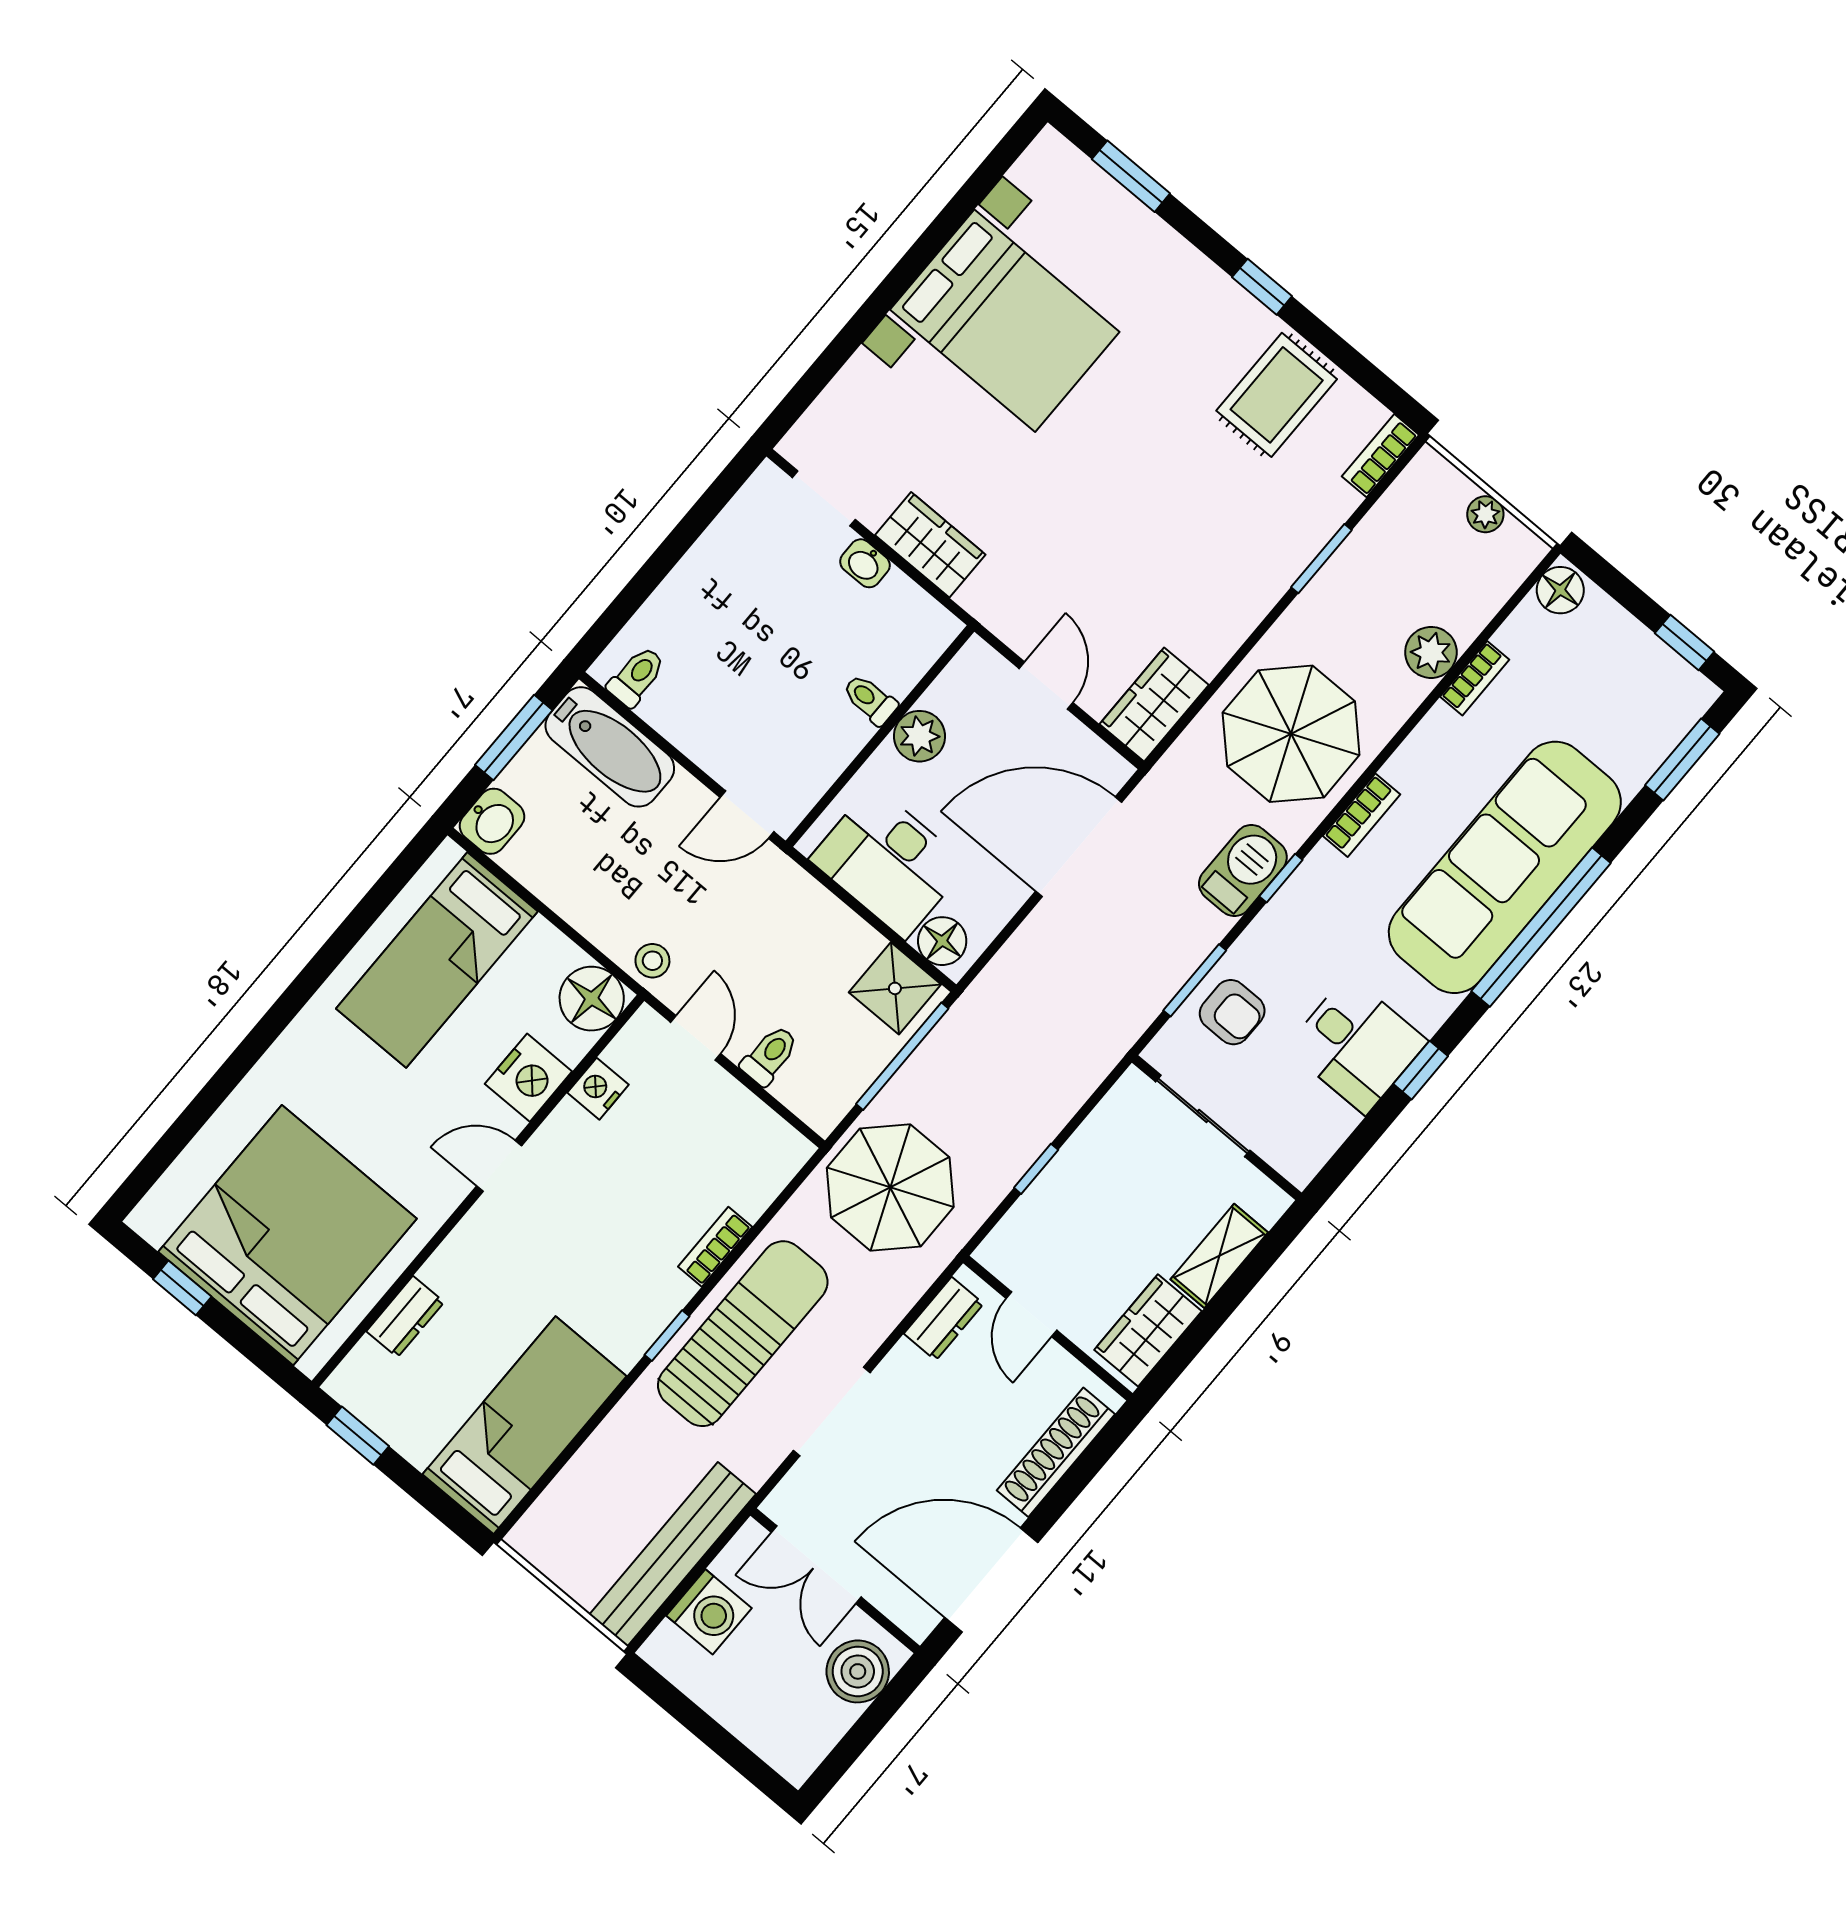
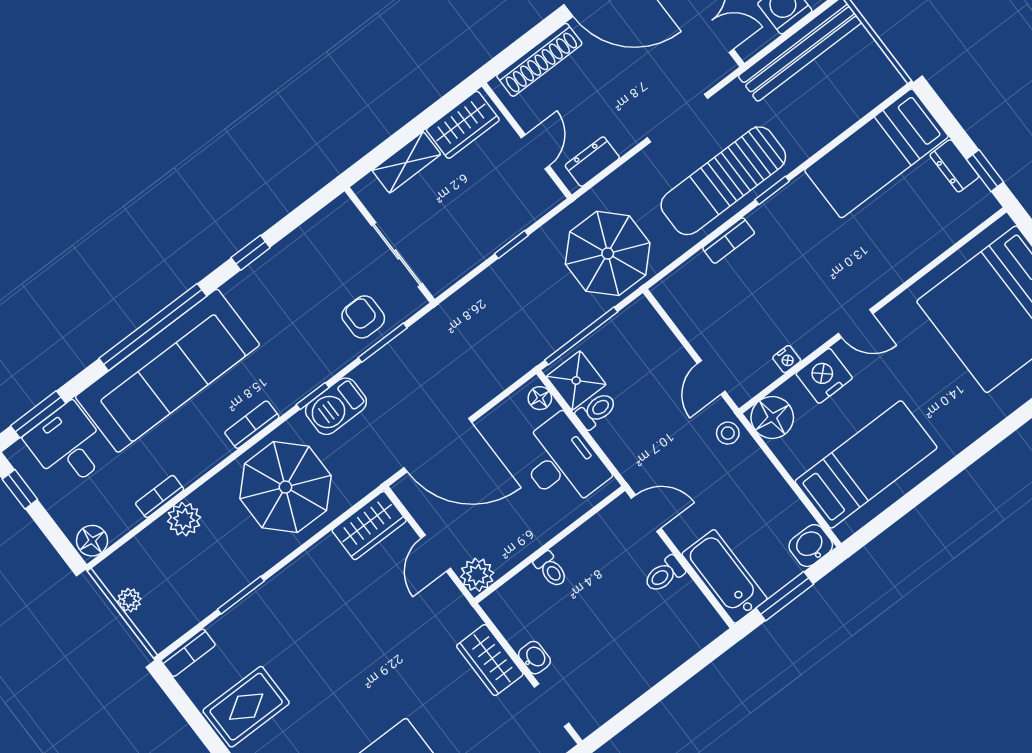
toilet: (636, 677) -> (664, 574), moved
plant: (920, 736) -> (477, 575), moved
floor lamp: (942, 941) -> (540, 398), width x0.73, depth x0.73
desk: (1357, 1045) -> (68, 446), moved
toilet: (770, 1055) -> (596, 411), moved, turned 180
nightstand: (598, 1089) -> (787, 359), width x0.72, depth x0.74
dresser: (405, 1317) -> (954, 166), moved, turned -90

